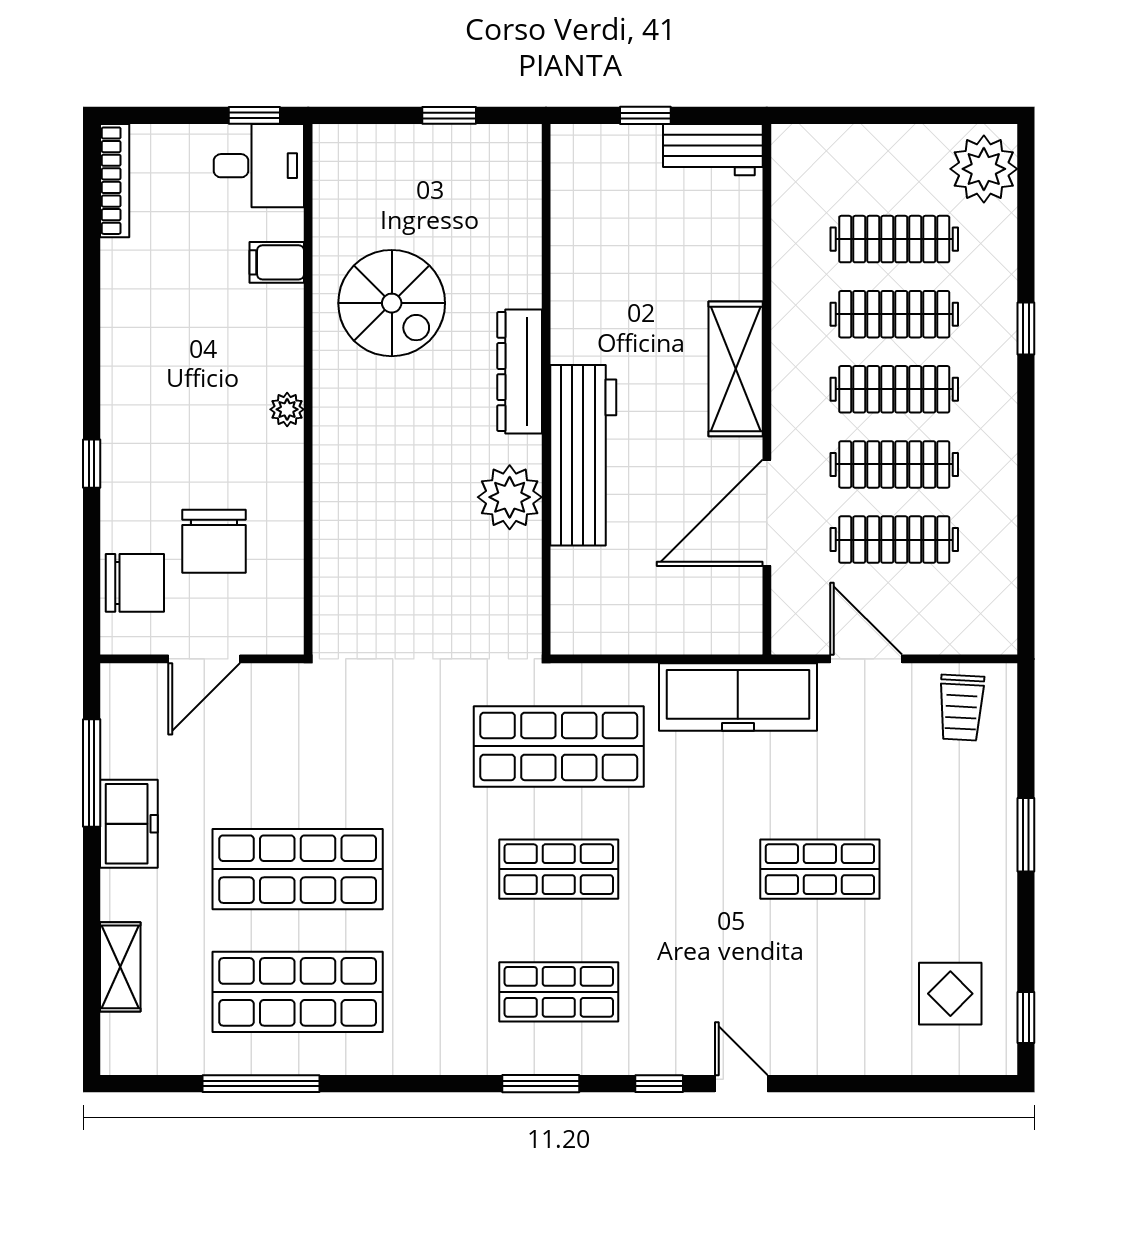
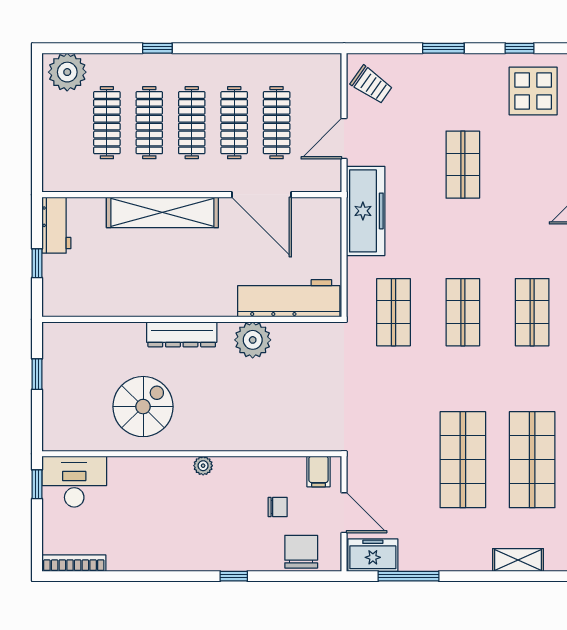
desk: (259, 166) -> (74, 482), width x1.37
filing cabinet: (277, 262) -> (319, 472), moved
shelving: (736, 369) -> (162, 212), width x1.47
workbench: (583, 455) -> (289, 298), moved
chair: (214, 541) -> (278, 507), width x0.54, depth x0.54
trolley: (961, 708) -> (372, 85), turned 32
shop shelf: (559, 746) -> (393, 312), width x0.70, depth x0.74
freezer: (129, 824) -> (373, 555), moved
display table: (950, 994) -> (533, 91), width x1.36, depth x1.36
window: (1026, 1018) -> (519, 48), moved

